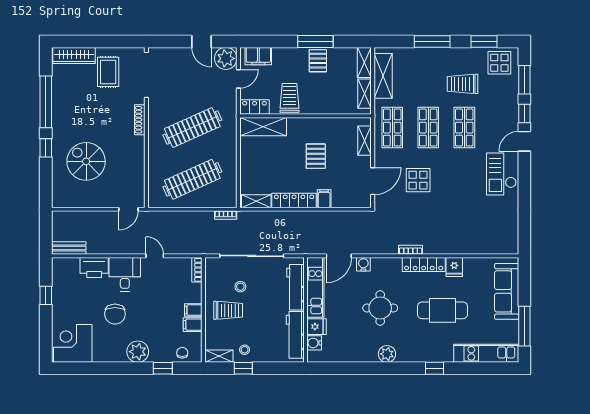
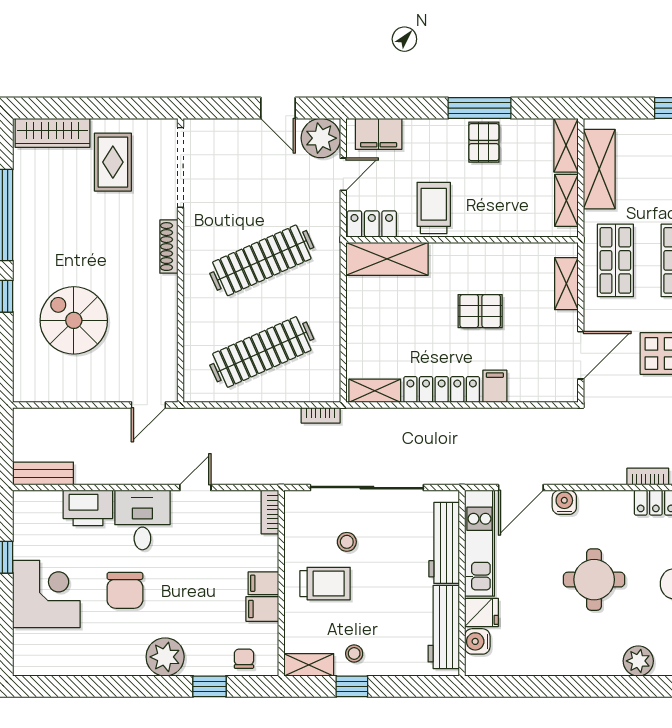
pallet: (316, 156) -> (480, 311), turned 90
door: (155, 256) -> (195, 488), hinge flipped
corner desk: (73, 343) -> (46, 594), moved, turned 90
plant: (387, 354) -> (638, 661), moved

